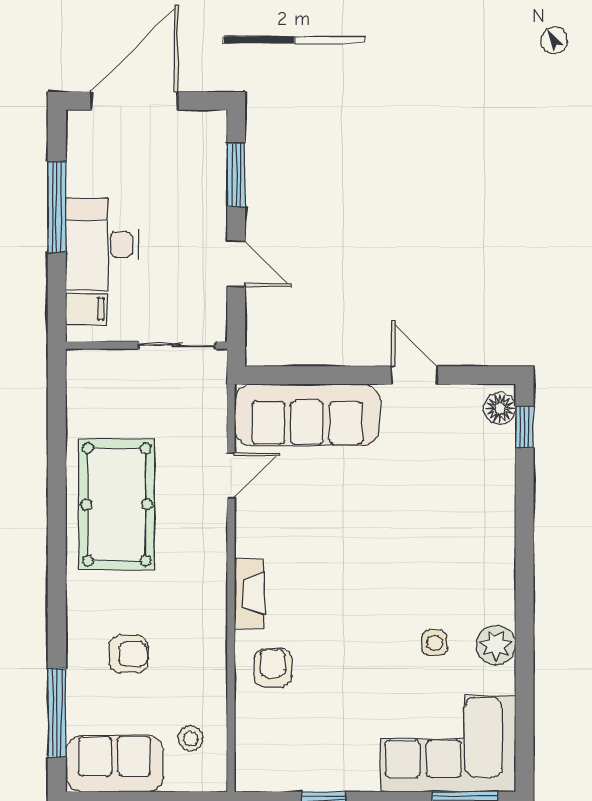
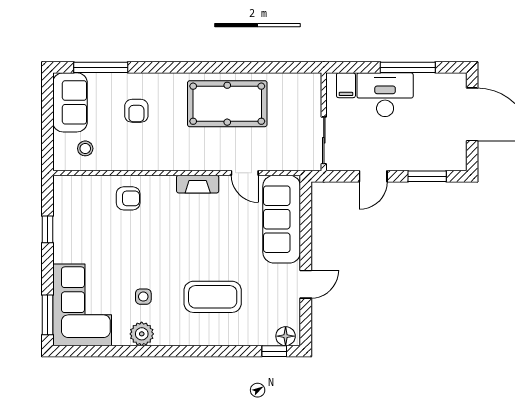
coffee table: (435, 528) -> (213, 297), added
fireplace: (249, 594) -> (198, 184), moved

